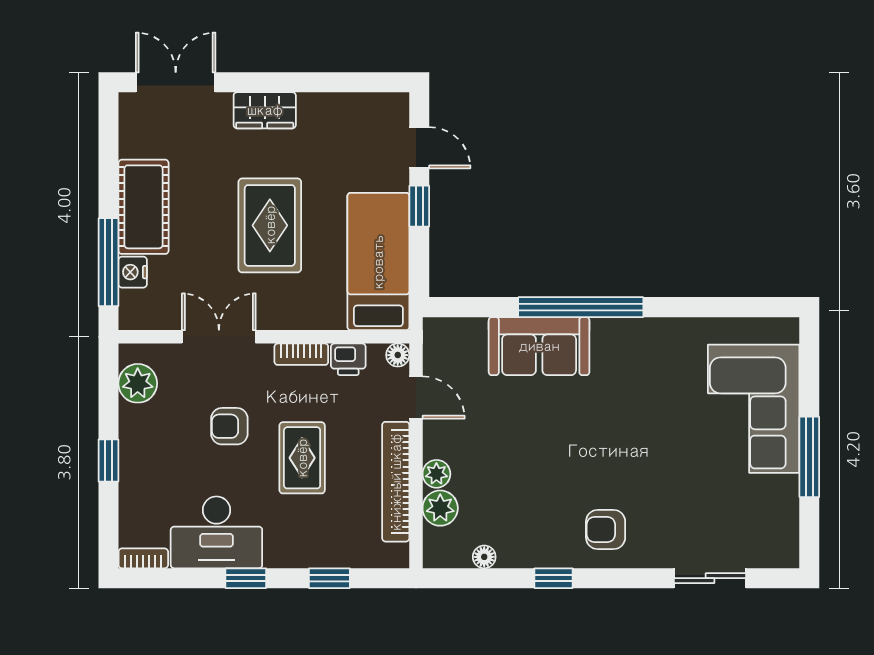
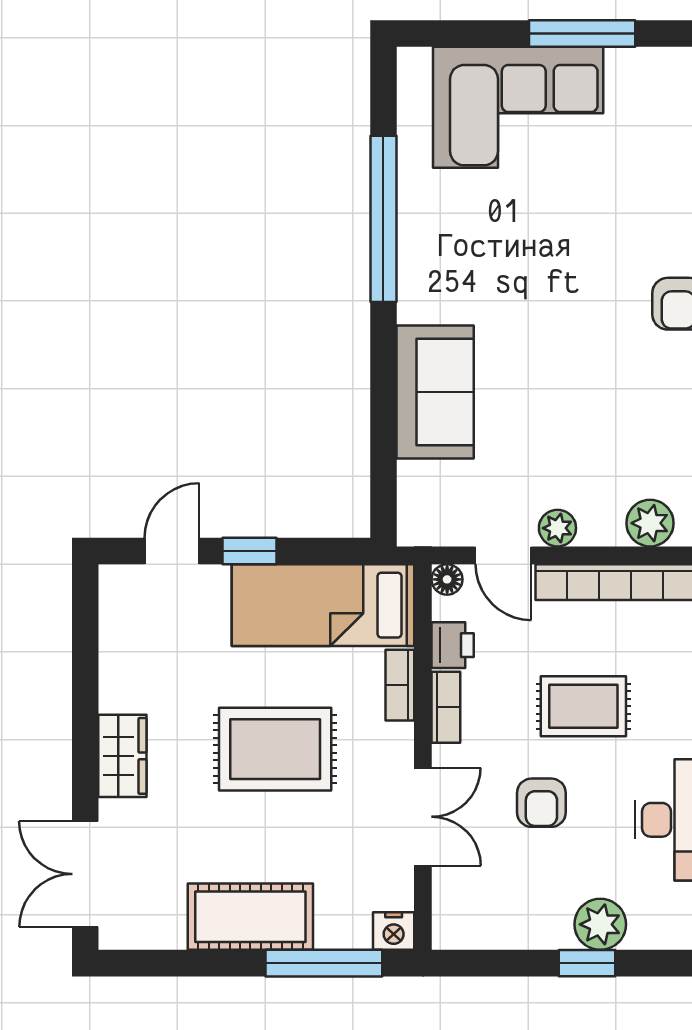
nightstand: (133, 272) -> (394, 931), moved
window: (581, 307) -> (383, 219), moved
bookcase: (318, 320) -> (400, 685), added
double door: (219, 337) -> (423, 817), swing flipped
plant: (138, 383) -> (600, 924), moved
door: (416, 398) -> (503, 555), swing flipped
plant: (436, 474) -> (557, 528), moved

